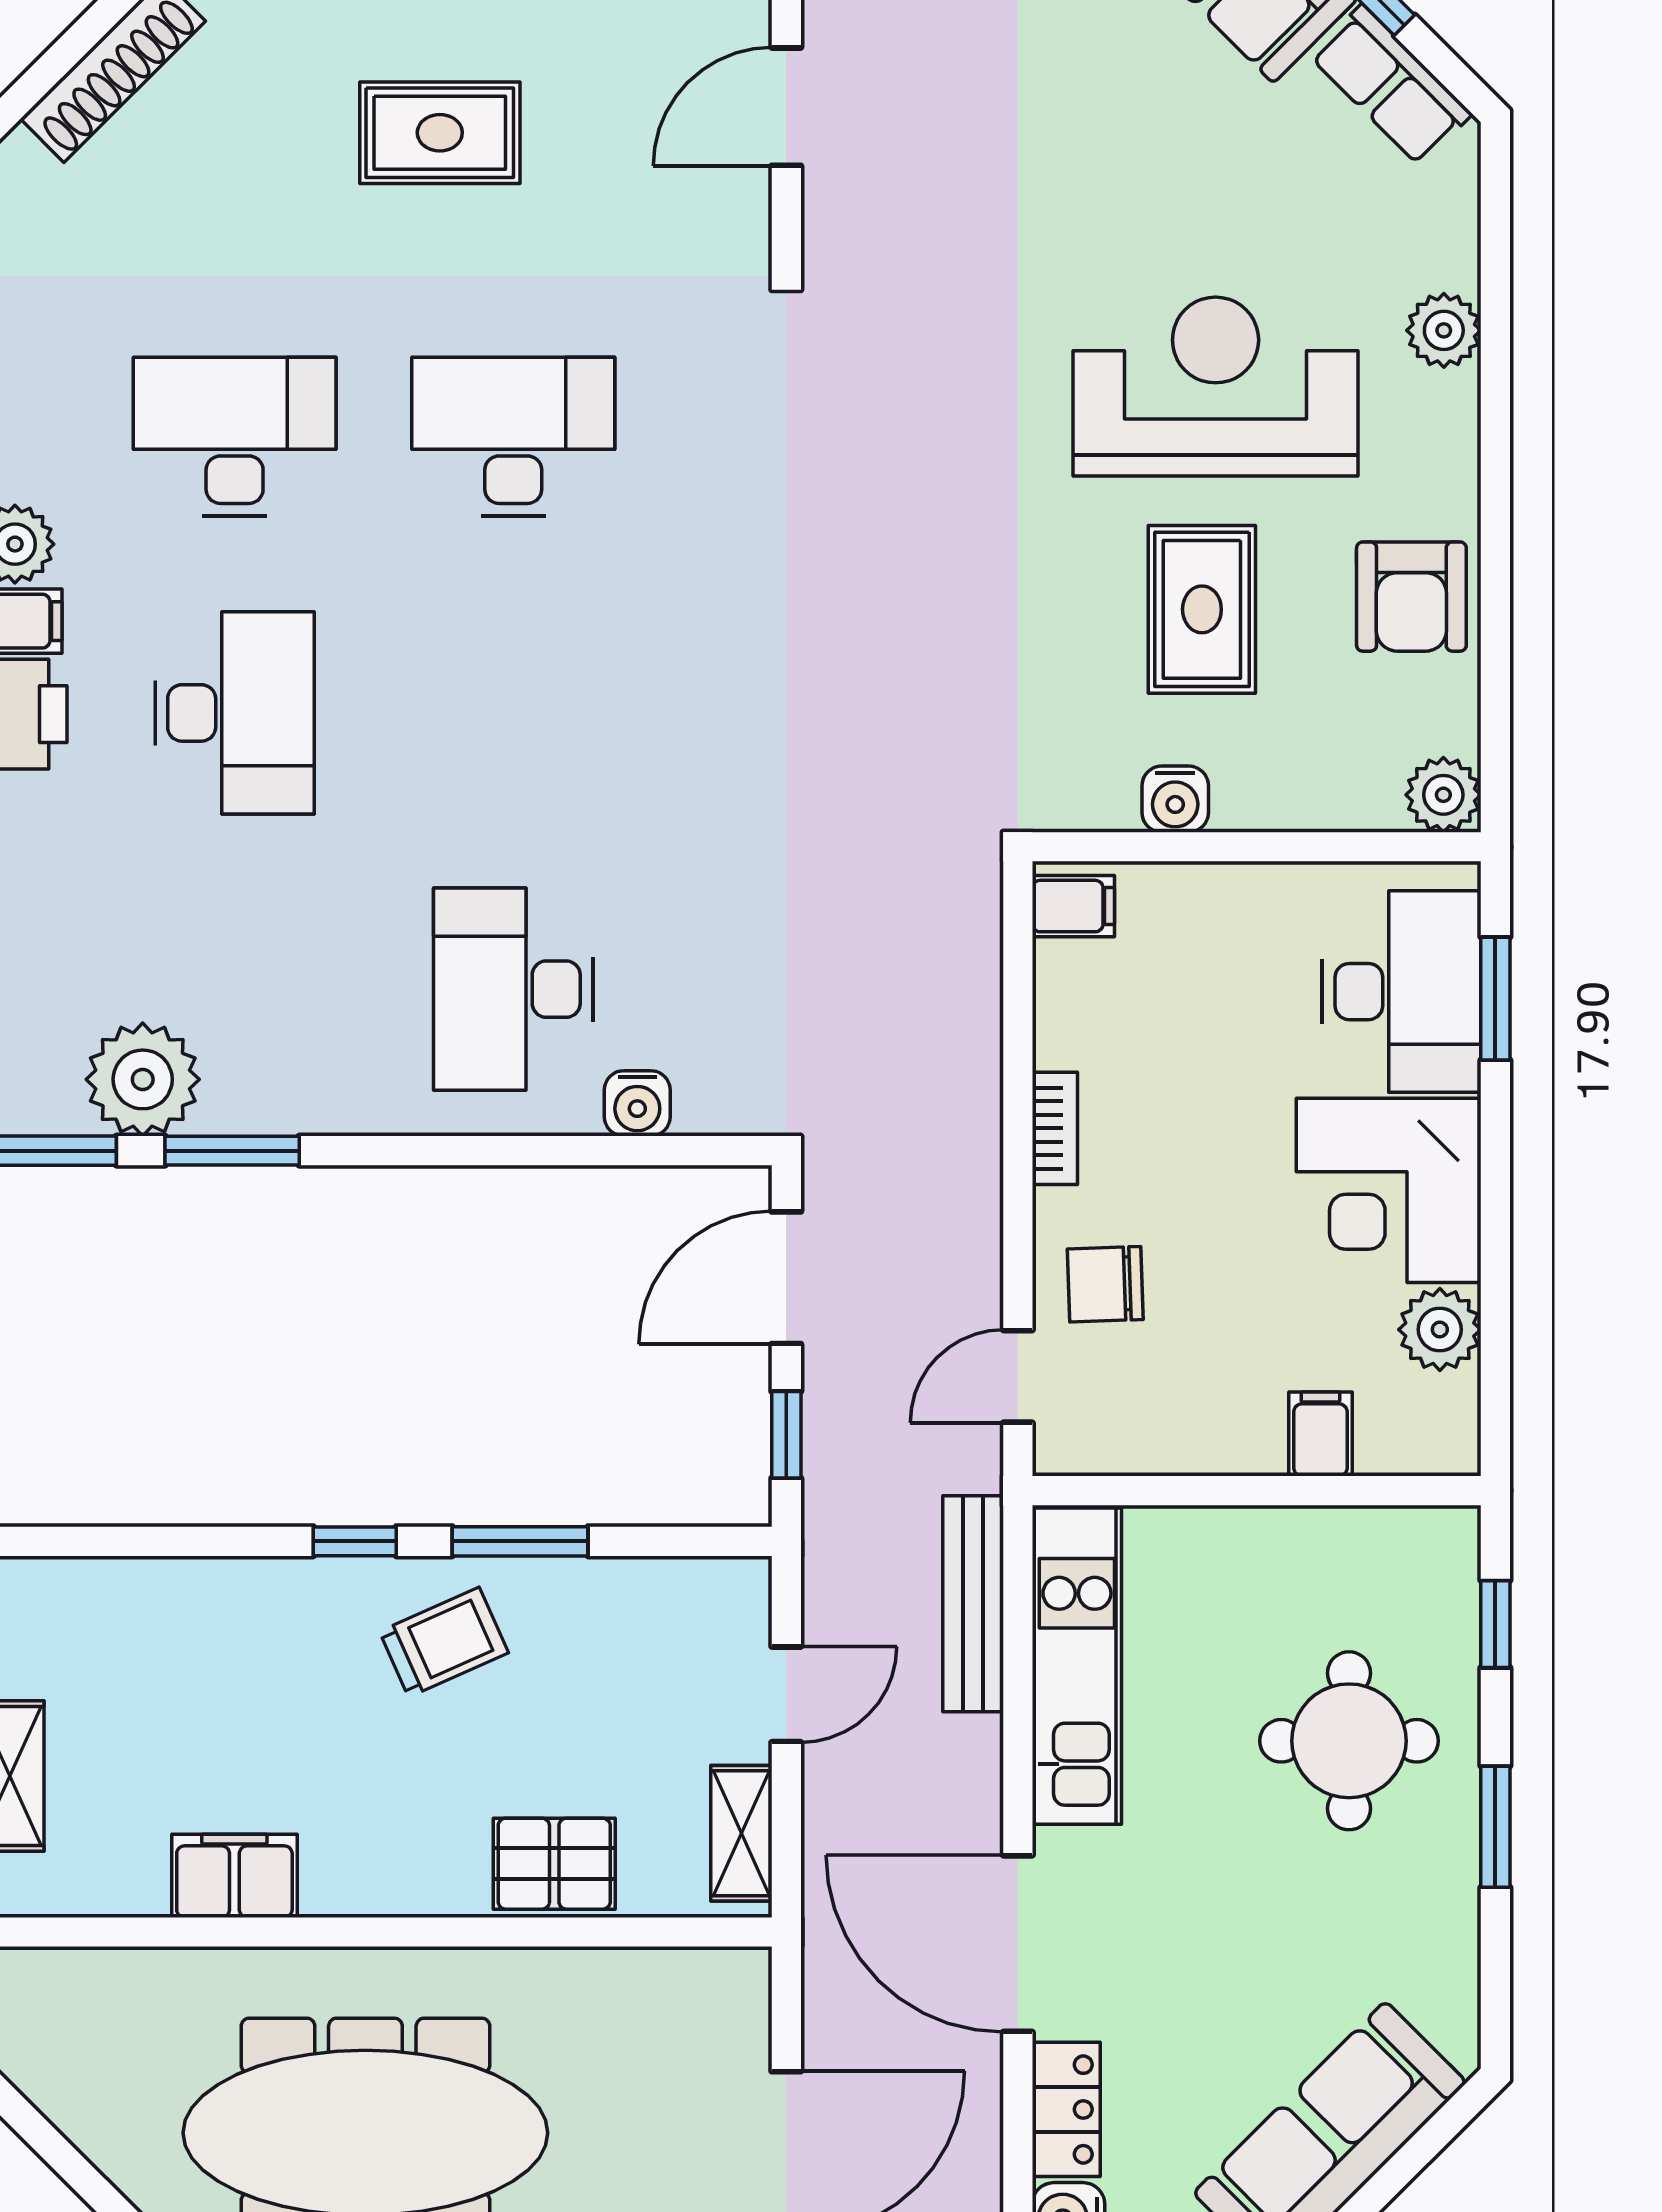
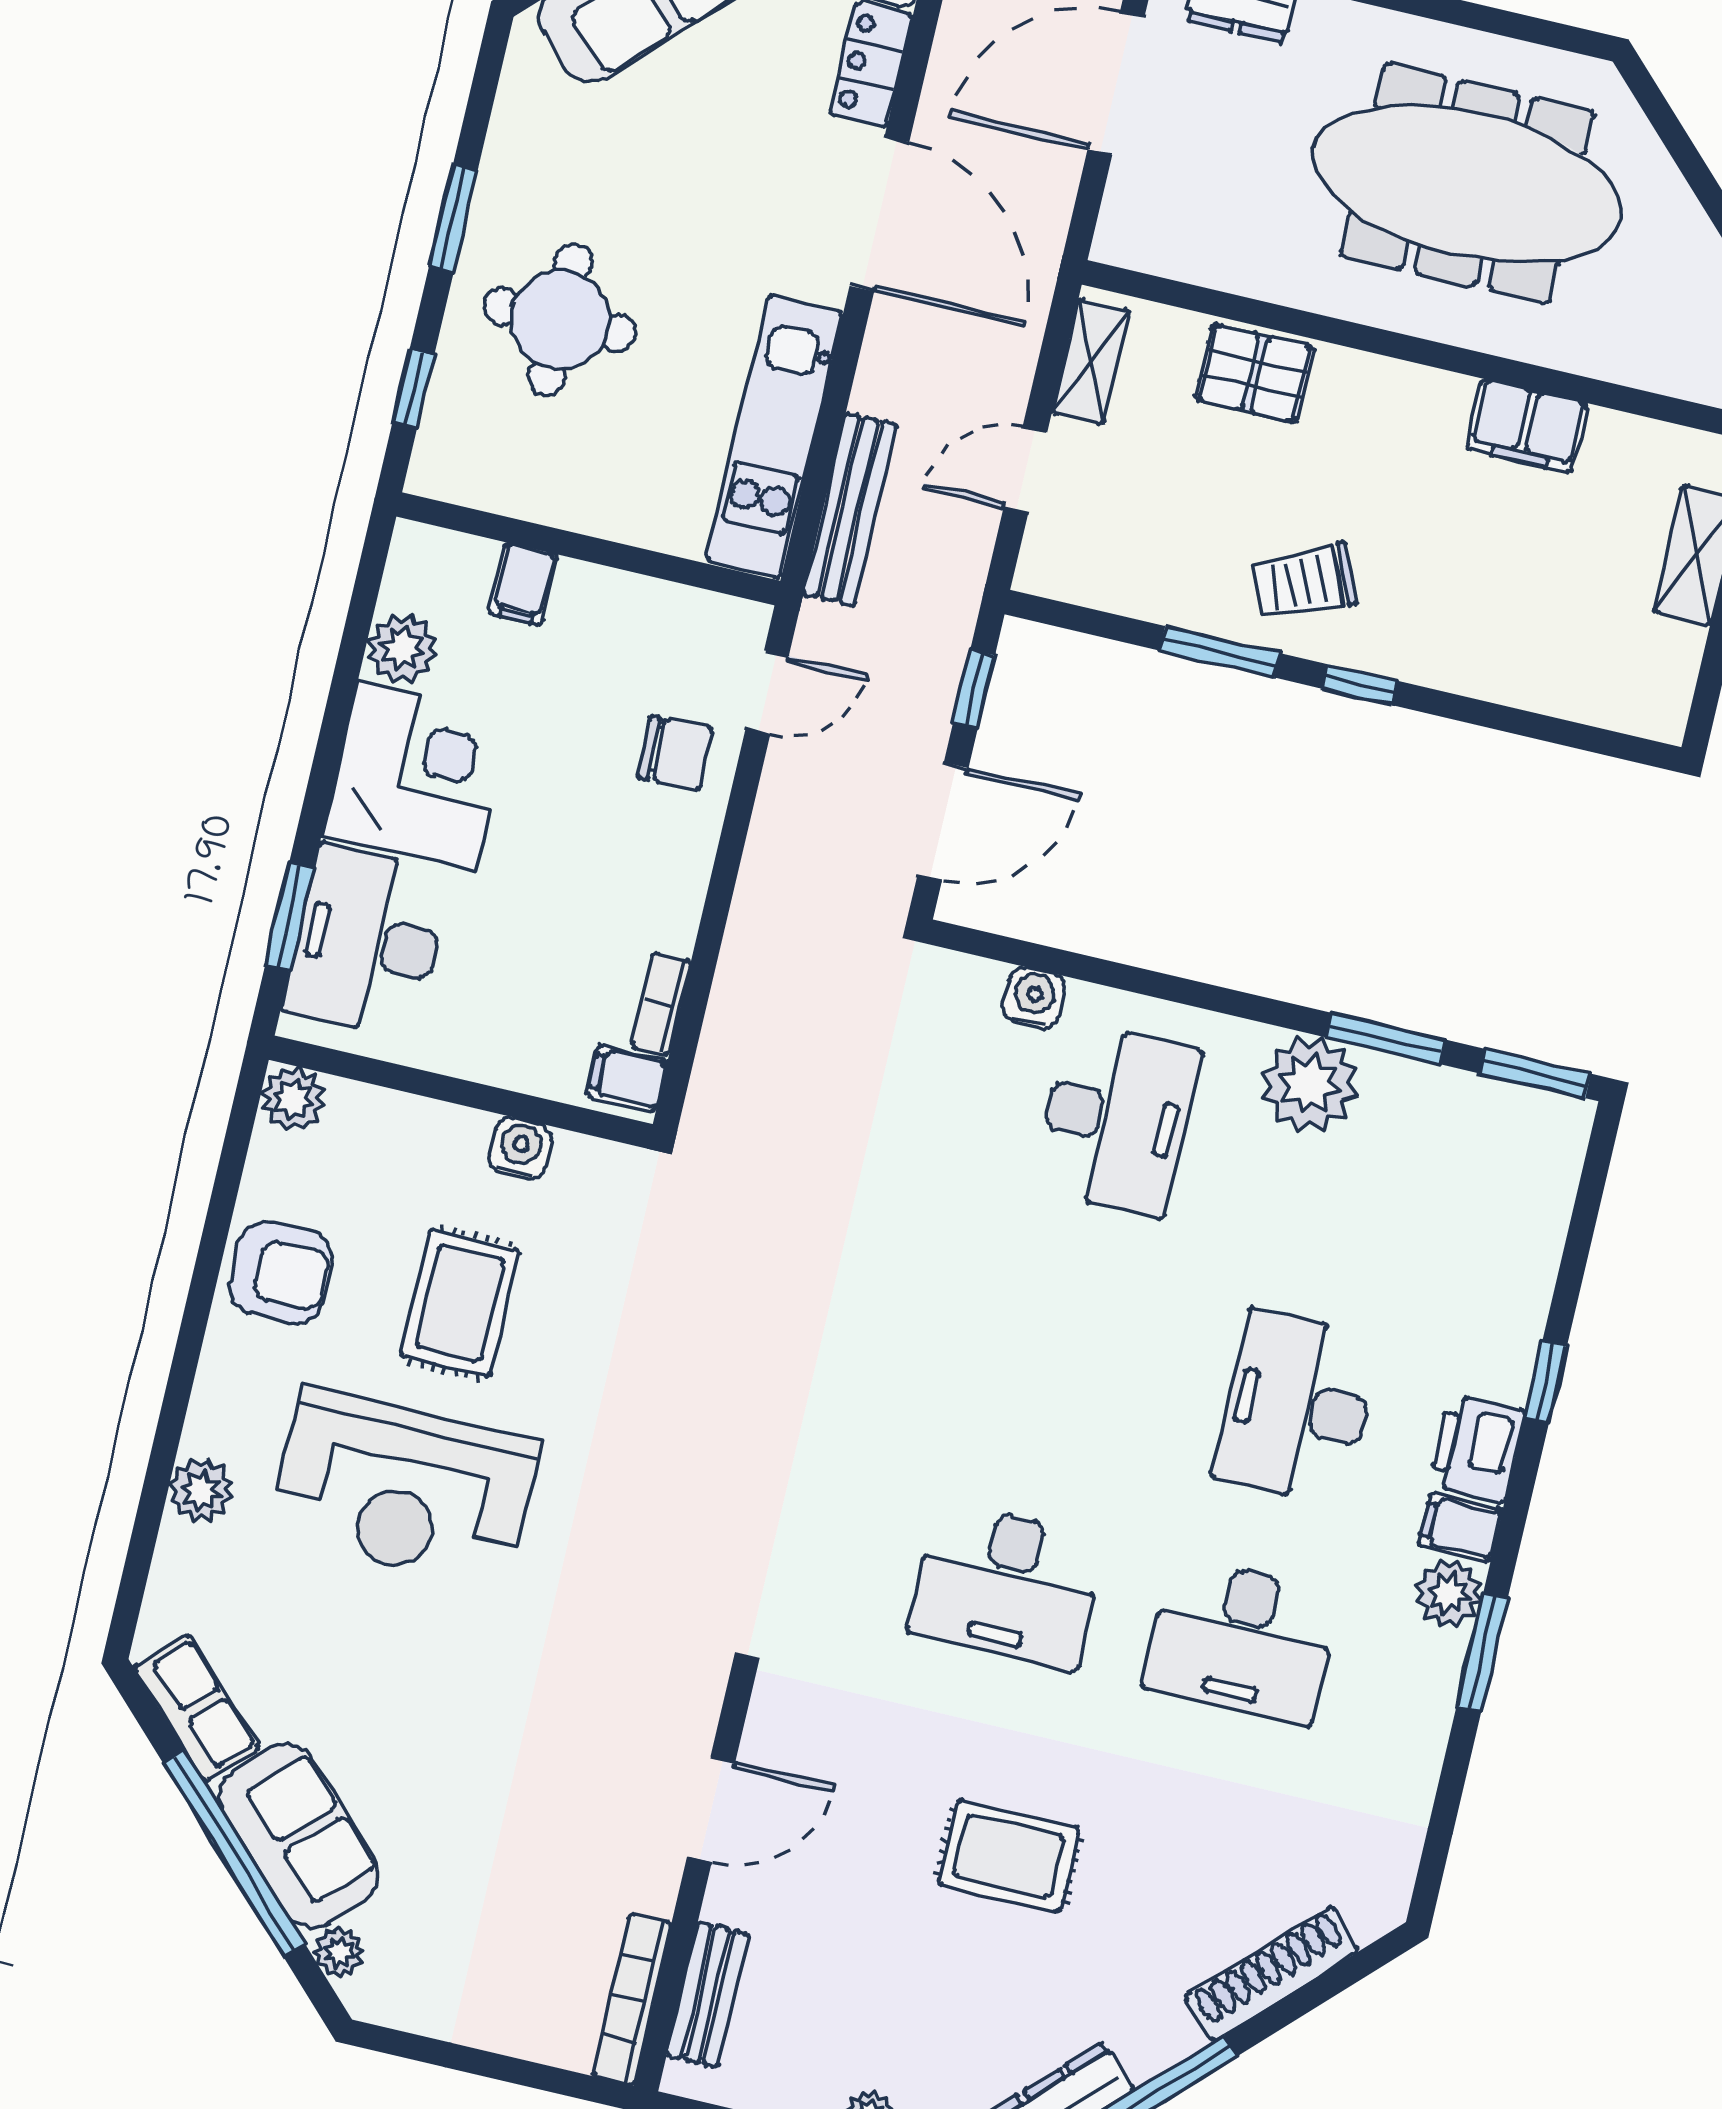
armchair: (1411, 597) -> (281, 1272), turned 90
plant: (143, 1079) -> (1310, 1084), moved
bookcase: (1055, 1128) -> (661, 1004), moved

